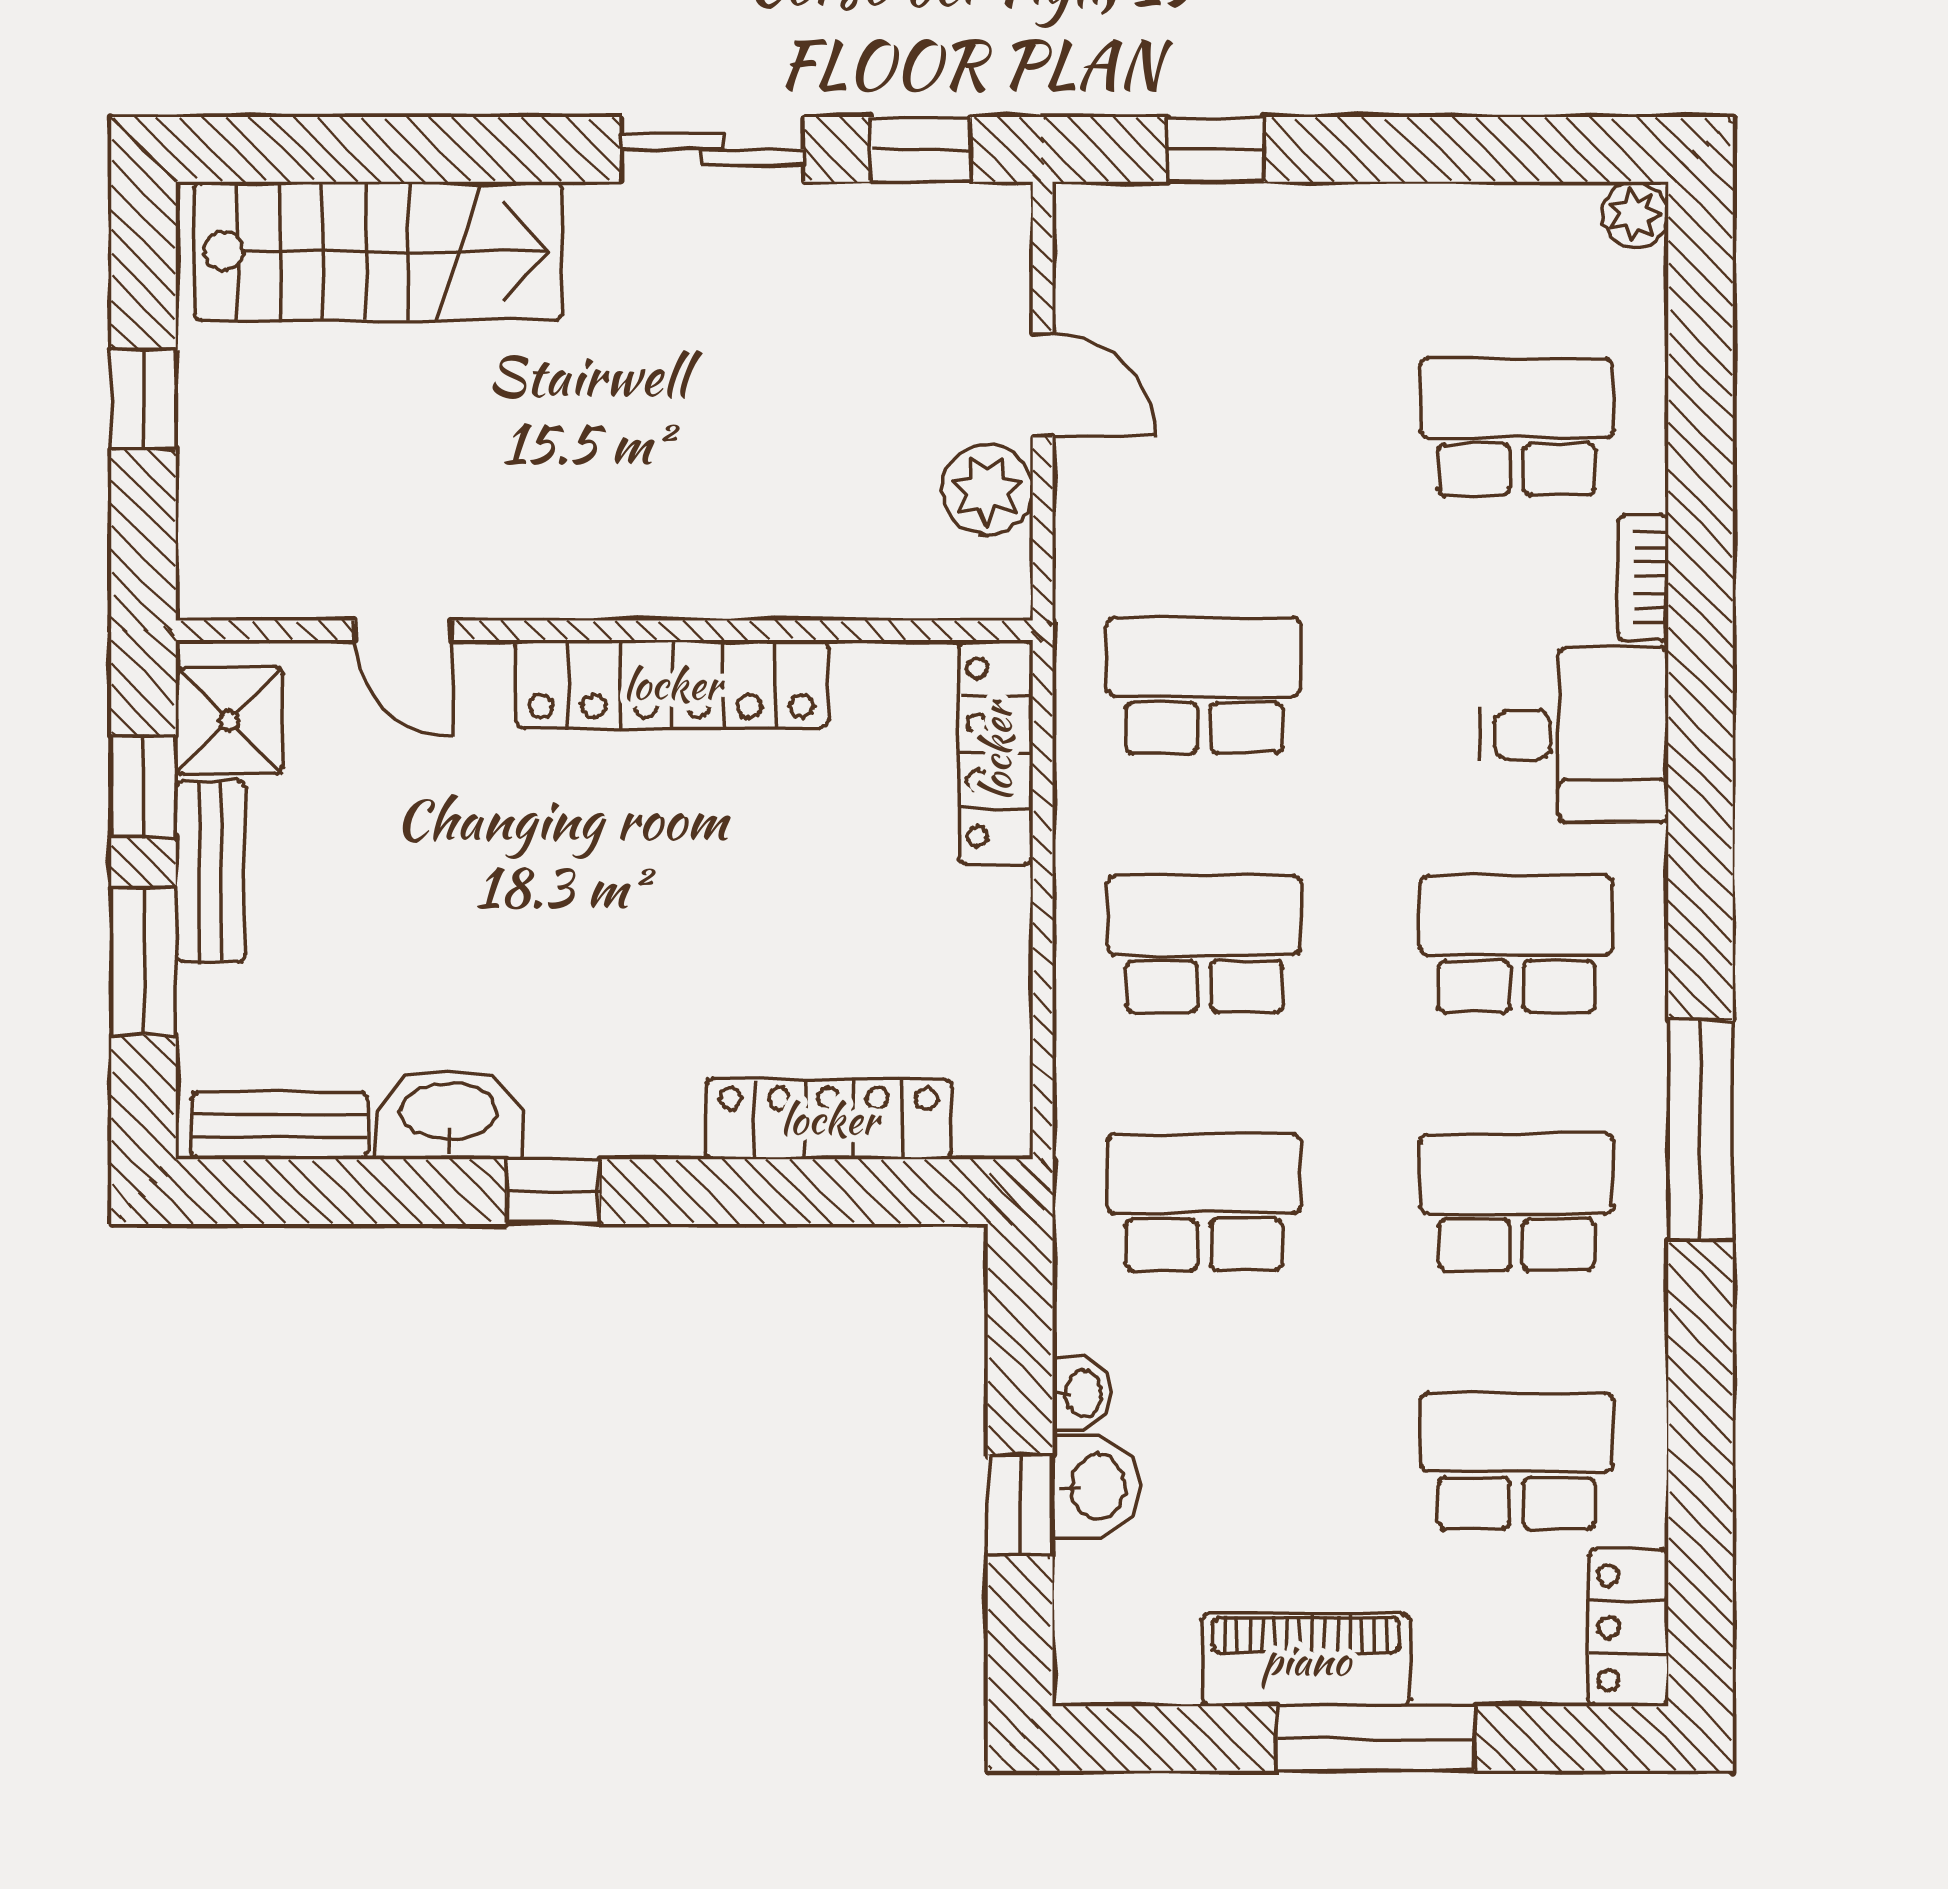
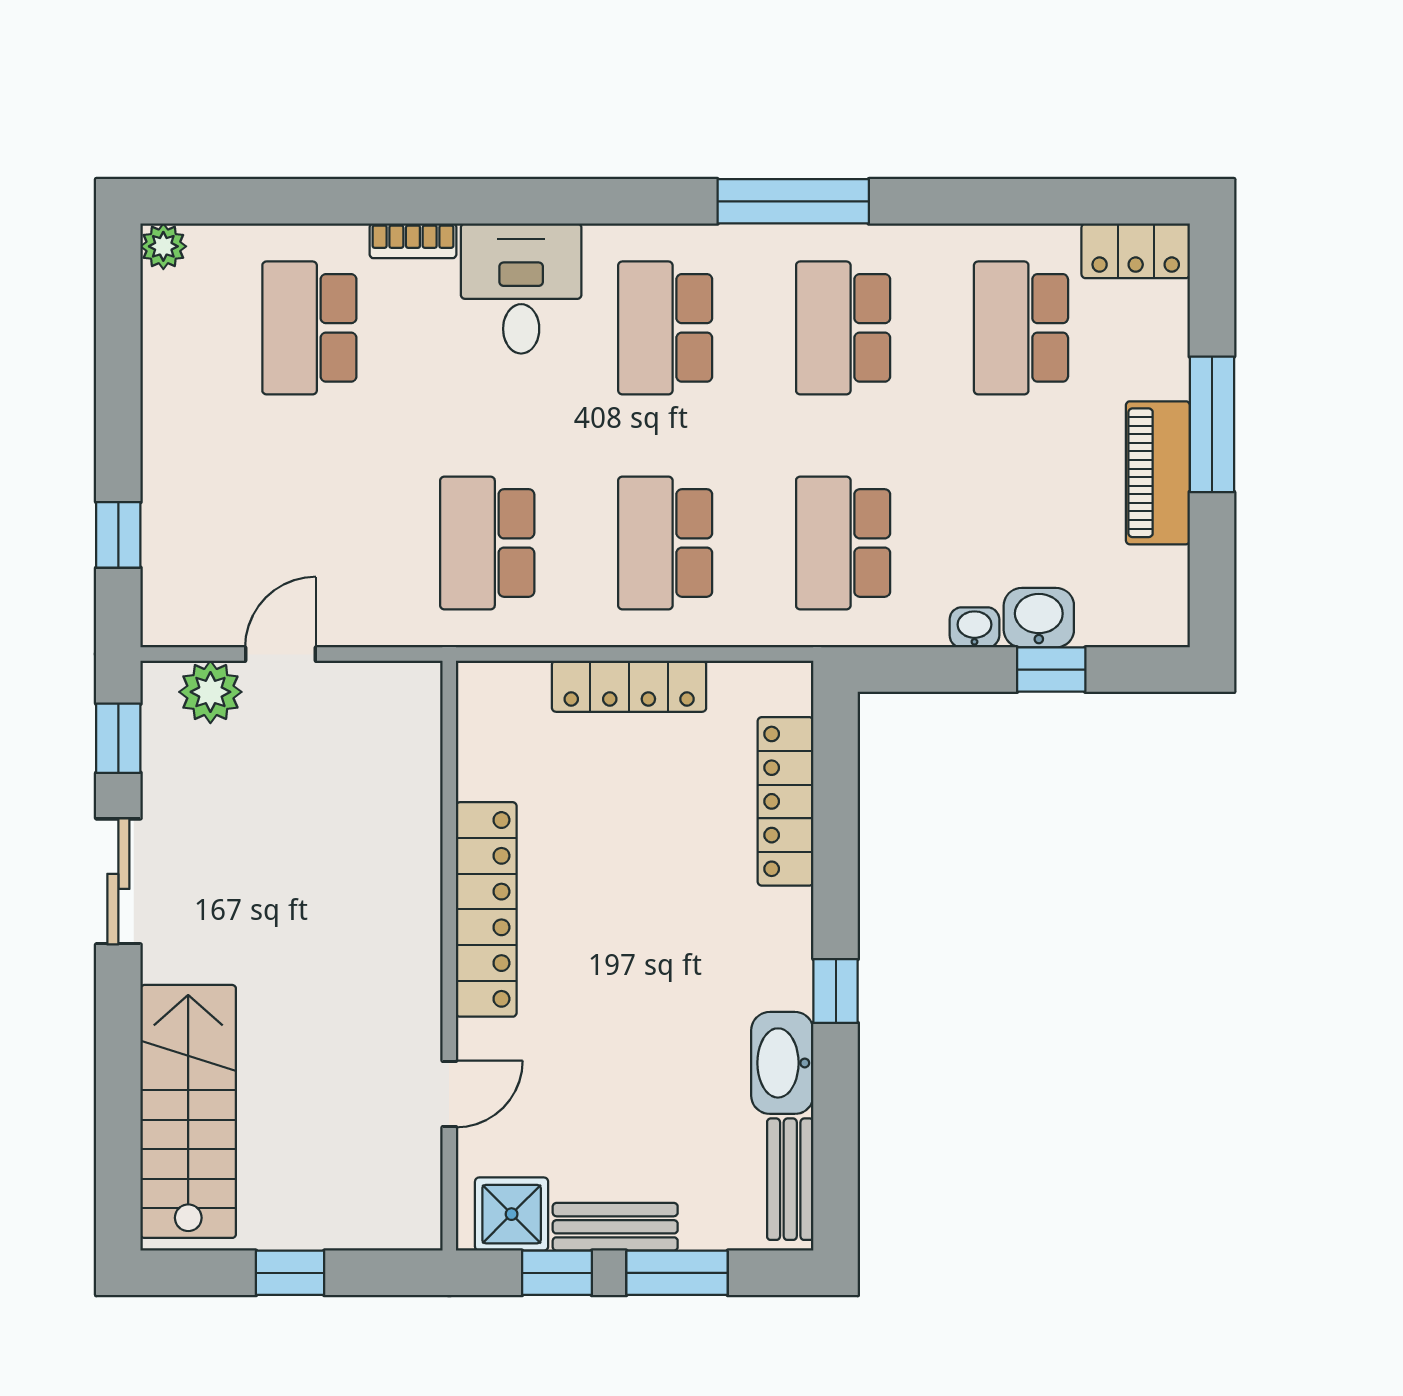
plant: (987, 490) -> (210, 692), moved
locker: (996, 752) -> (629, 686), moved

